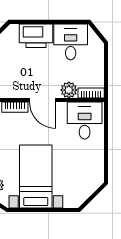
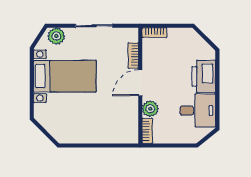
desk: (85, 121) -> (120, 124), removed

